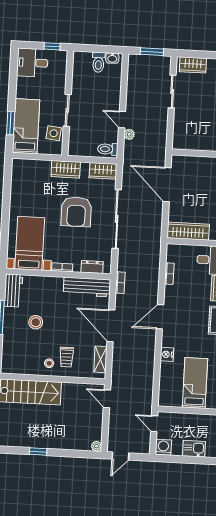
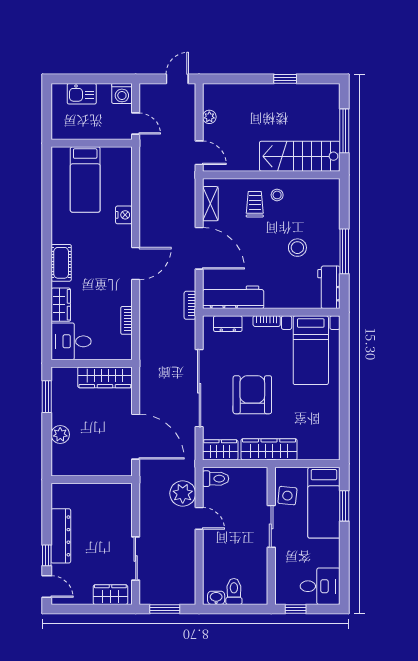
plant: (129, 134) -> (183, 493), width x1.87, depth x1.87
wardrobe: (66, 169) -> (269, 449), width x1.50
plant: (96, 446) -> (209, 117), moved

